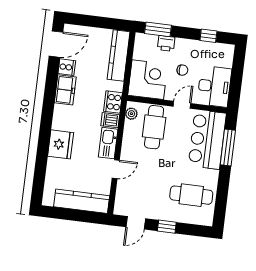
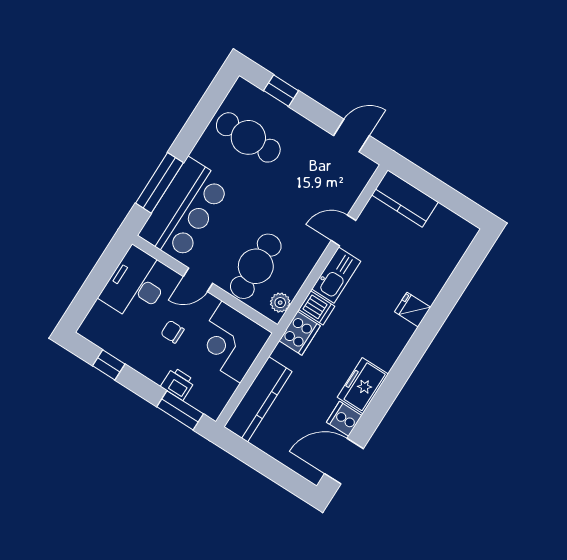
fridge: (61, 144) -> (413, 310), width x0.53, depth x0.75
kitchen counter: (82, 201) -> (405, 198), width x0.67
window: (167, 227) -> (281, 91), moved

